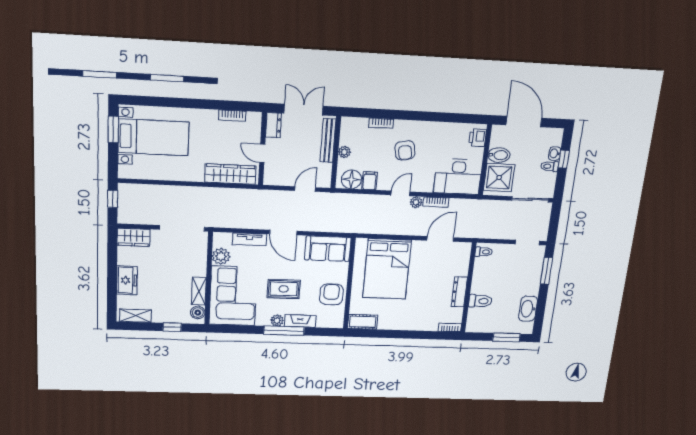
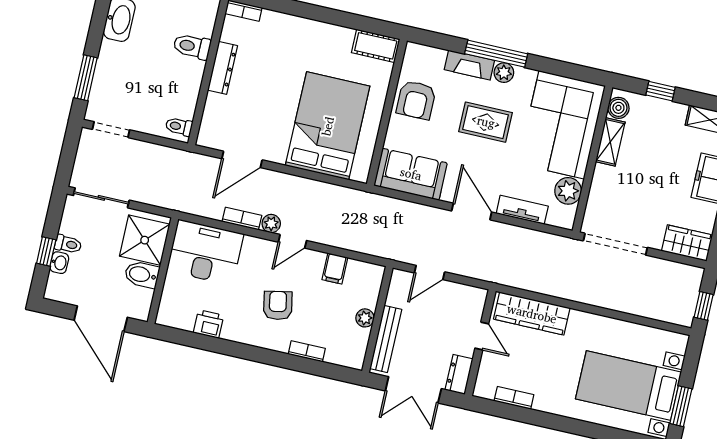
printer: (478, 138) -> (209, 324), moved, turned -90
floor lamp: (351, 179) -> (361, 275), removed

